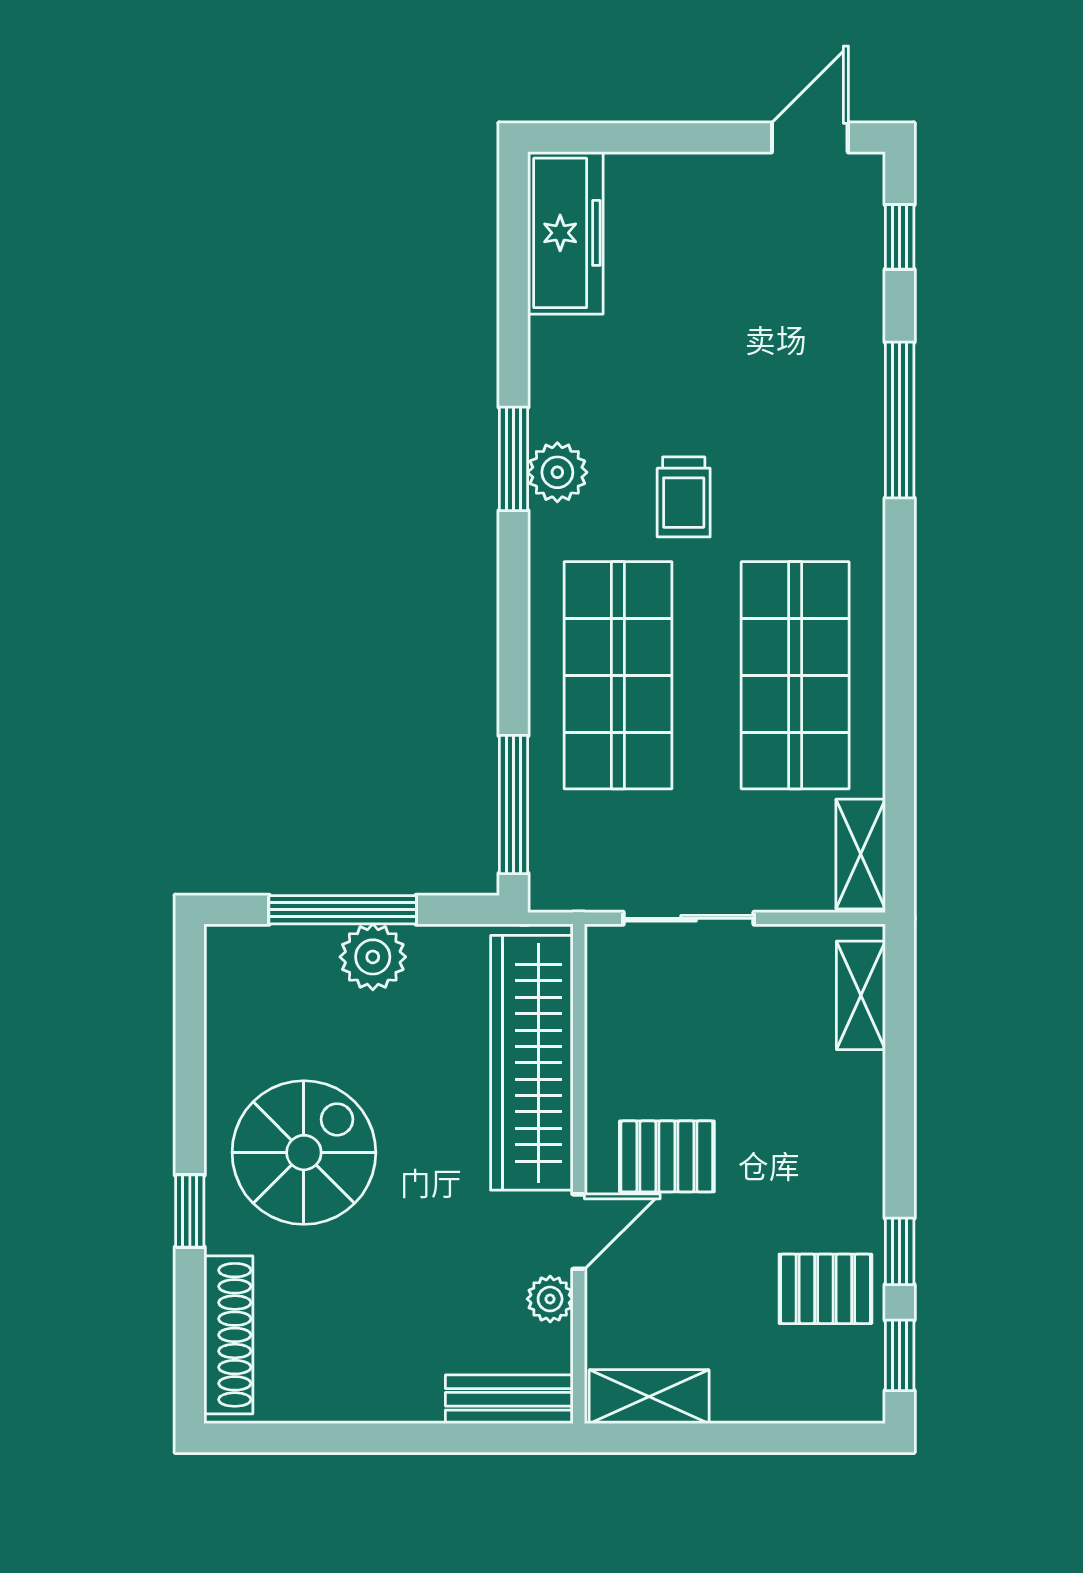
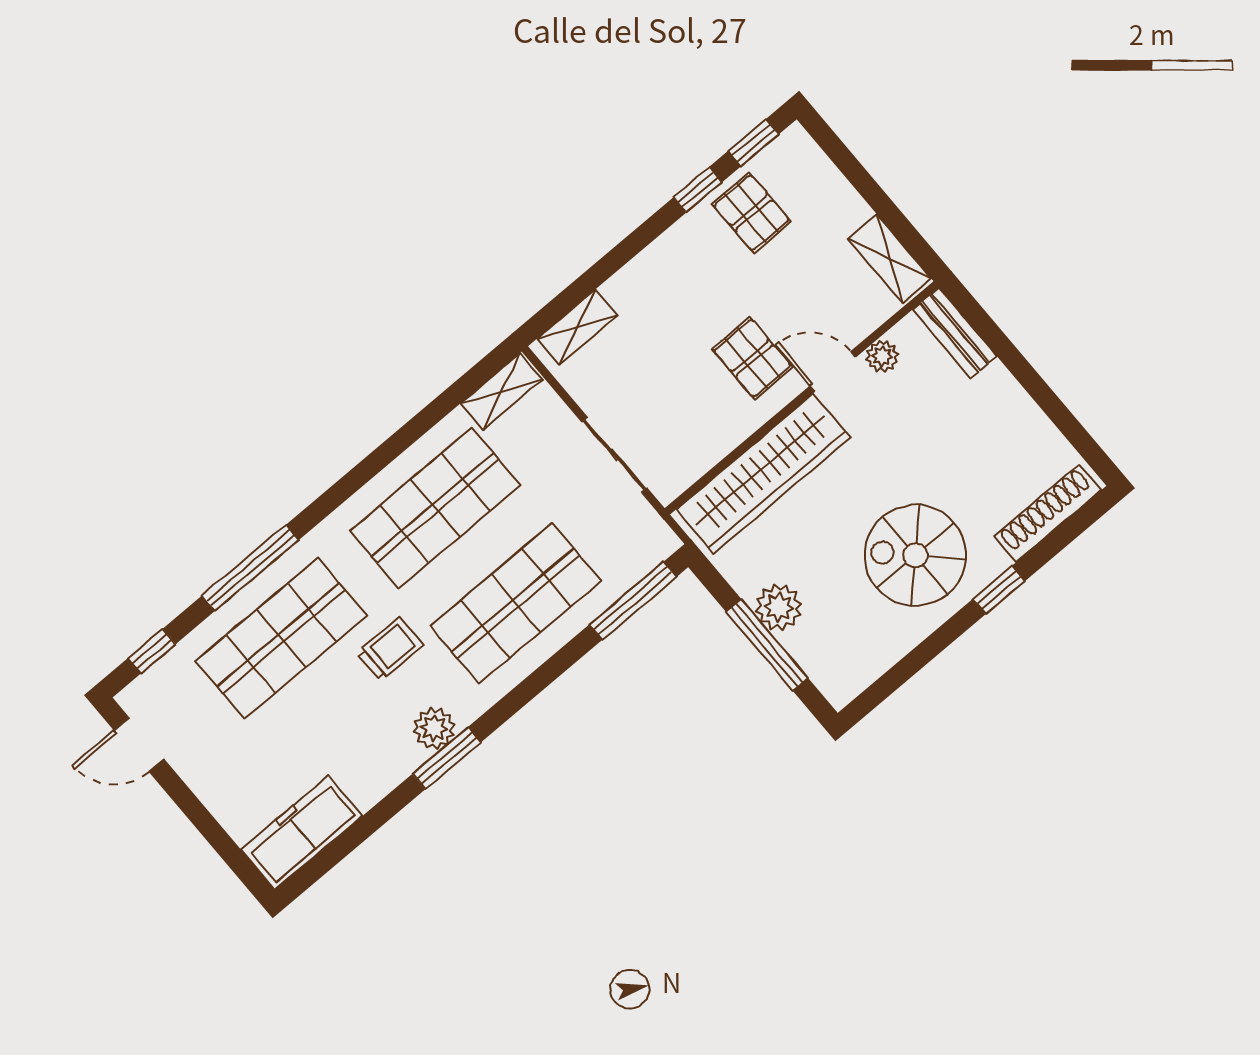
shop shelf: (795, 389) -> (281, 638), added

